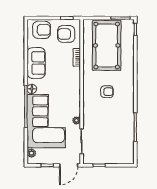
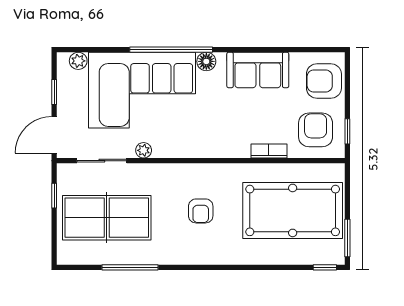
armchair: (42, 30) -> (324, 81), turned 90
table tennis table: (110, 139) -> (107, 218), added
door: (69, 165) -> (54, 135), hinge flipped

